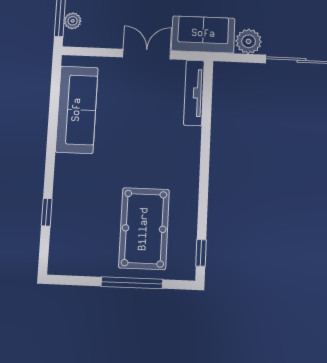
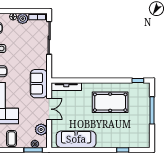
plant: (249, 41) -> (41, 129), moved
double door: (147, 54) -> (49, 109), swing flipped
pool table: (144, 229) -> (110, 102), moved

